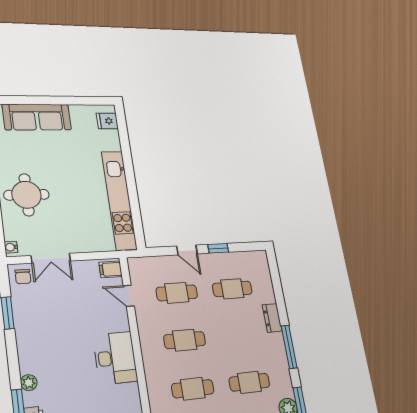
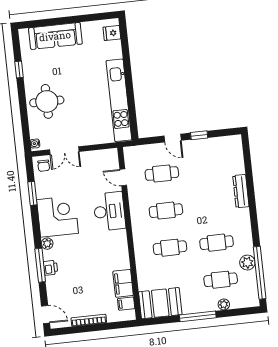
filing cabinet: (111, 269) -> (110, 157), removed
cafe table: (232, 289) -> (209, 168), removed
dresser: (272, 318) -> (241, 191), width x1.44
corner desk: (43, 345) -> (58, 216), added
window: (289, 347) -> (253, 214), removed
desk: (115, 358) -> (109, 211), moved

